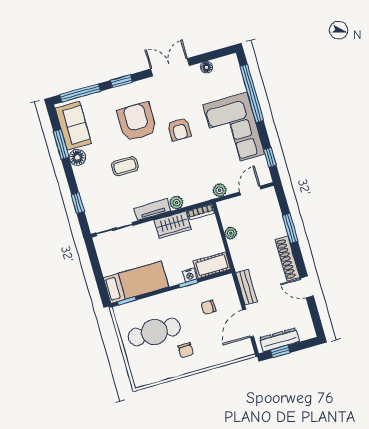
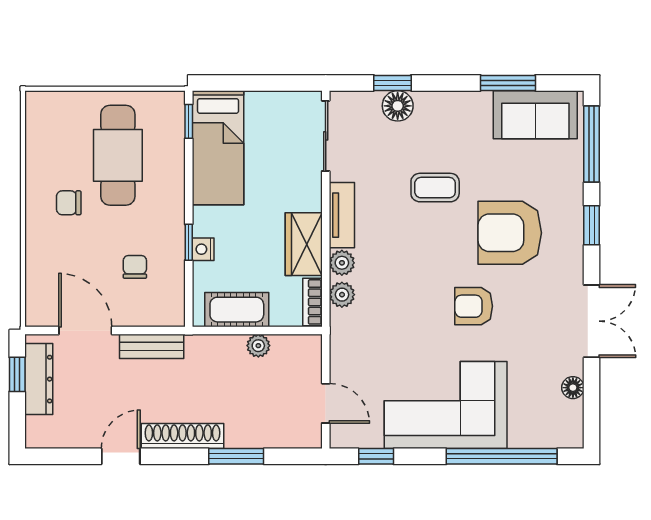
armchair: (137, 122) -> (510, 233), turned 180
floor lamp: (77, 157) -> (398, 106), moved
coffee table: (125, 166) -> (435, 188), turned 90
plant: (220, 190) -> (342, 295), moved
cot: (212, 265) -> (237, 310), moved, turned 90

